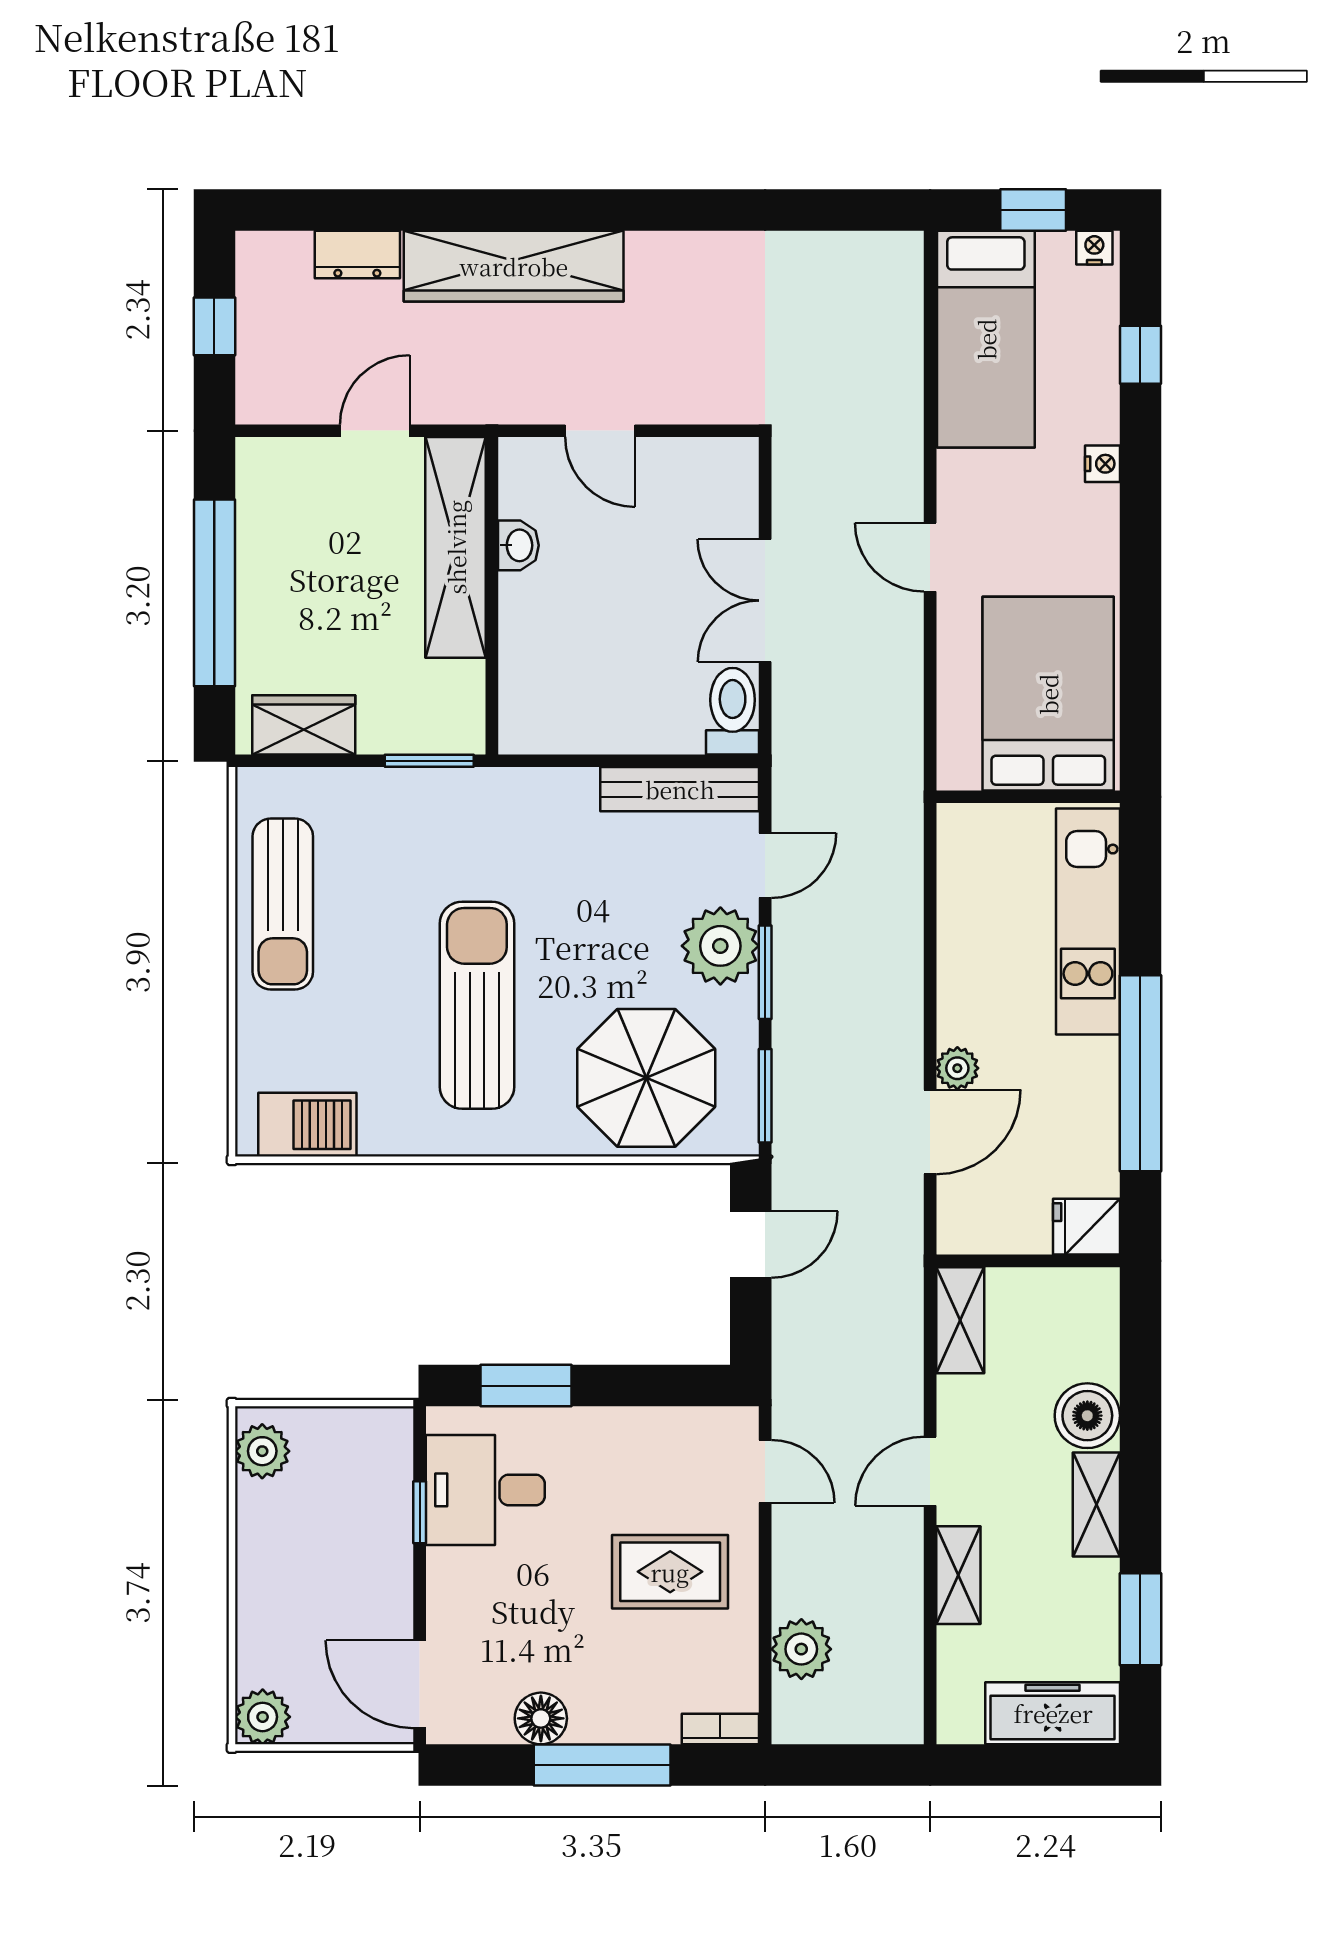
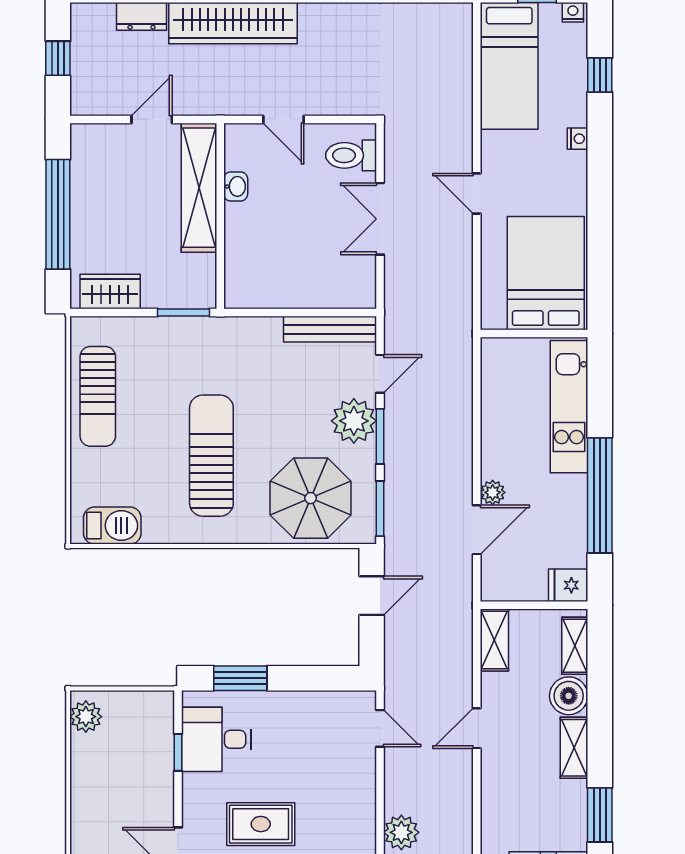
toilet: (733, 711) -> (351, 155), moved, turned -90
rug: (670, 1572) -> (261, 824), moved
shelving: (958, 1575) -> (575, 646), moved

